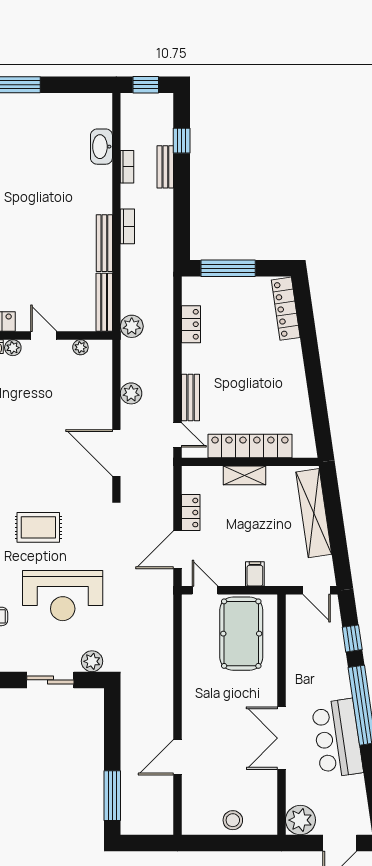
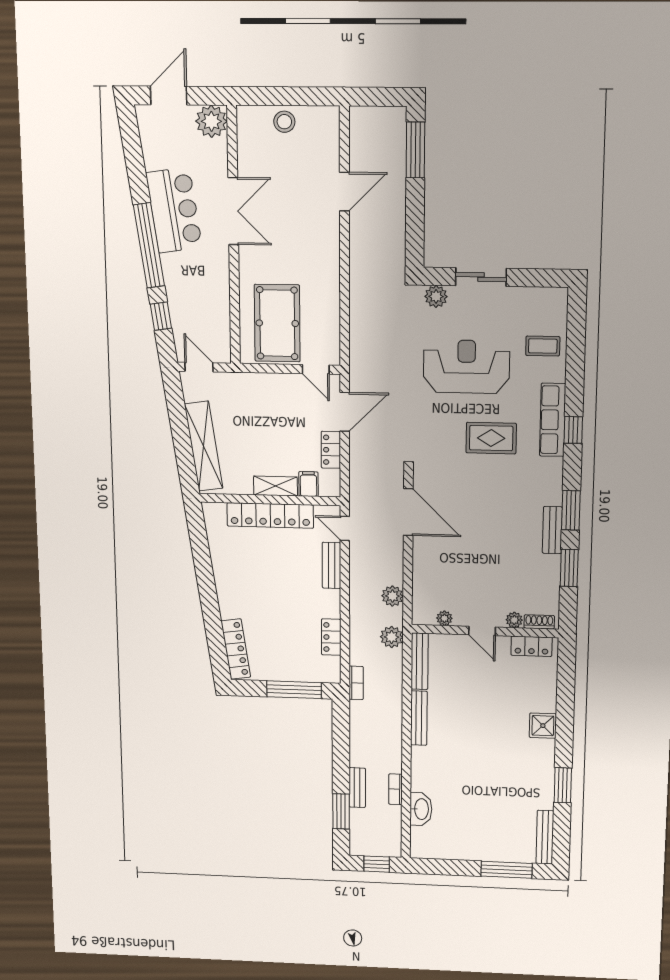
window: (182, 141) -> (341, 811), width x1.50
bookcase: (127, 226) -> (356, 683), moved, turned 180
plant: (131, 393) -> (392, 596), moved
filing cabinet: (255, 574) -> (308, 484), moved, turned 180

